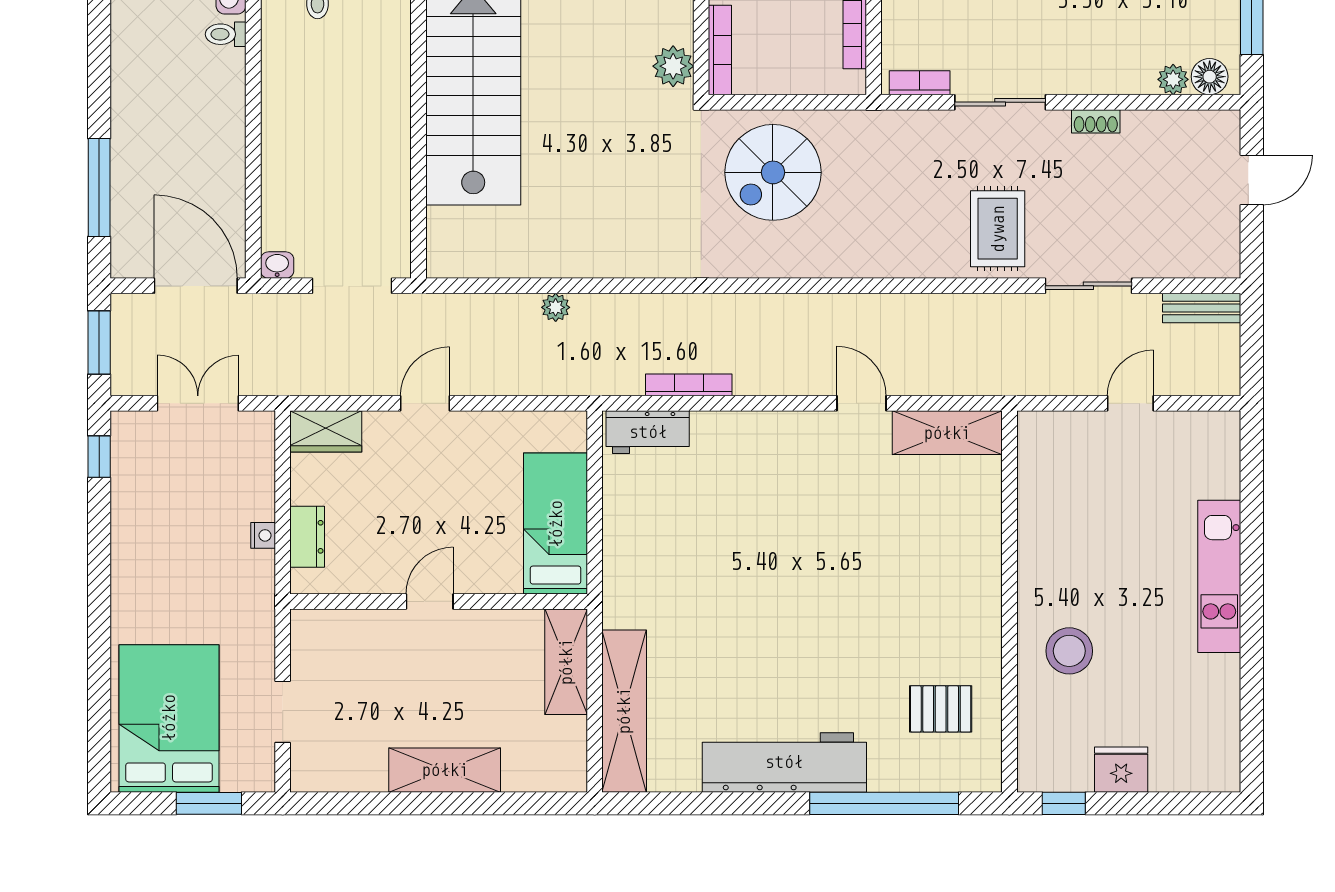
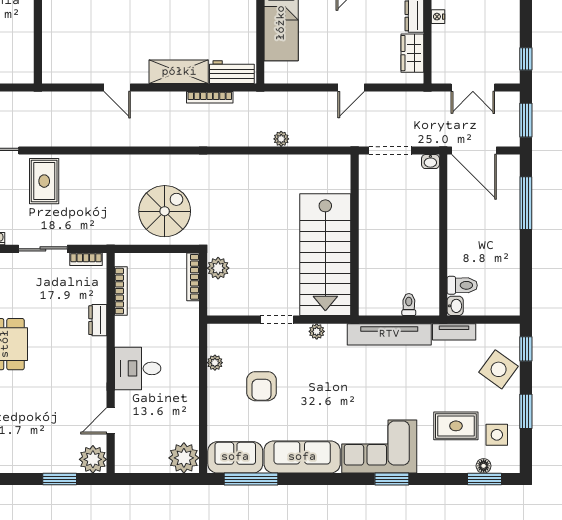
toilet: (226, 34) -> (462, 285), width x1.37, depth x1.39
wardrobe: (326, 431) -> (412, 53), moved, turned -90
shelving: (947, 433) -> (179, 72), moved

